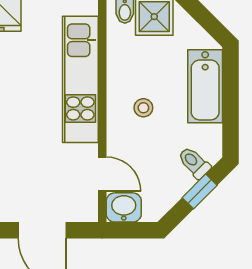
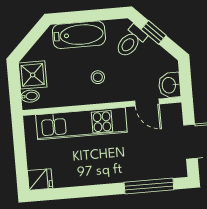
toilet: (194, 163) -> (131, 41), width x1.37, depth x1.39
door: (102, 174) -> (147, 102), swing flipped

